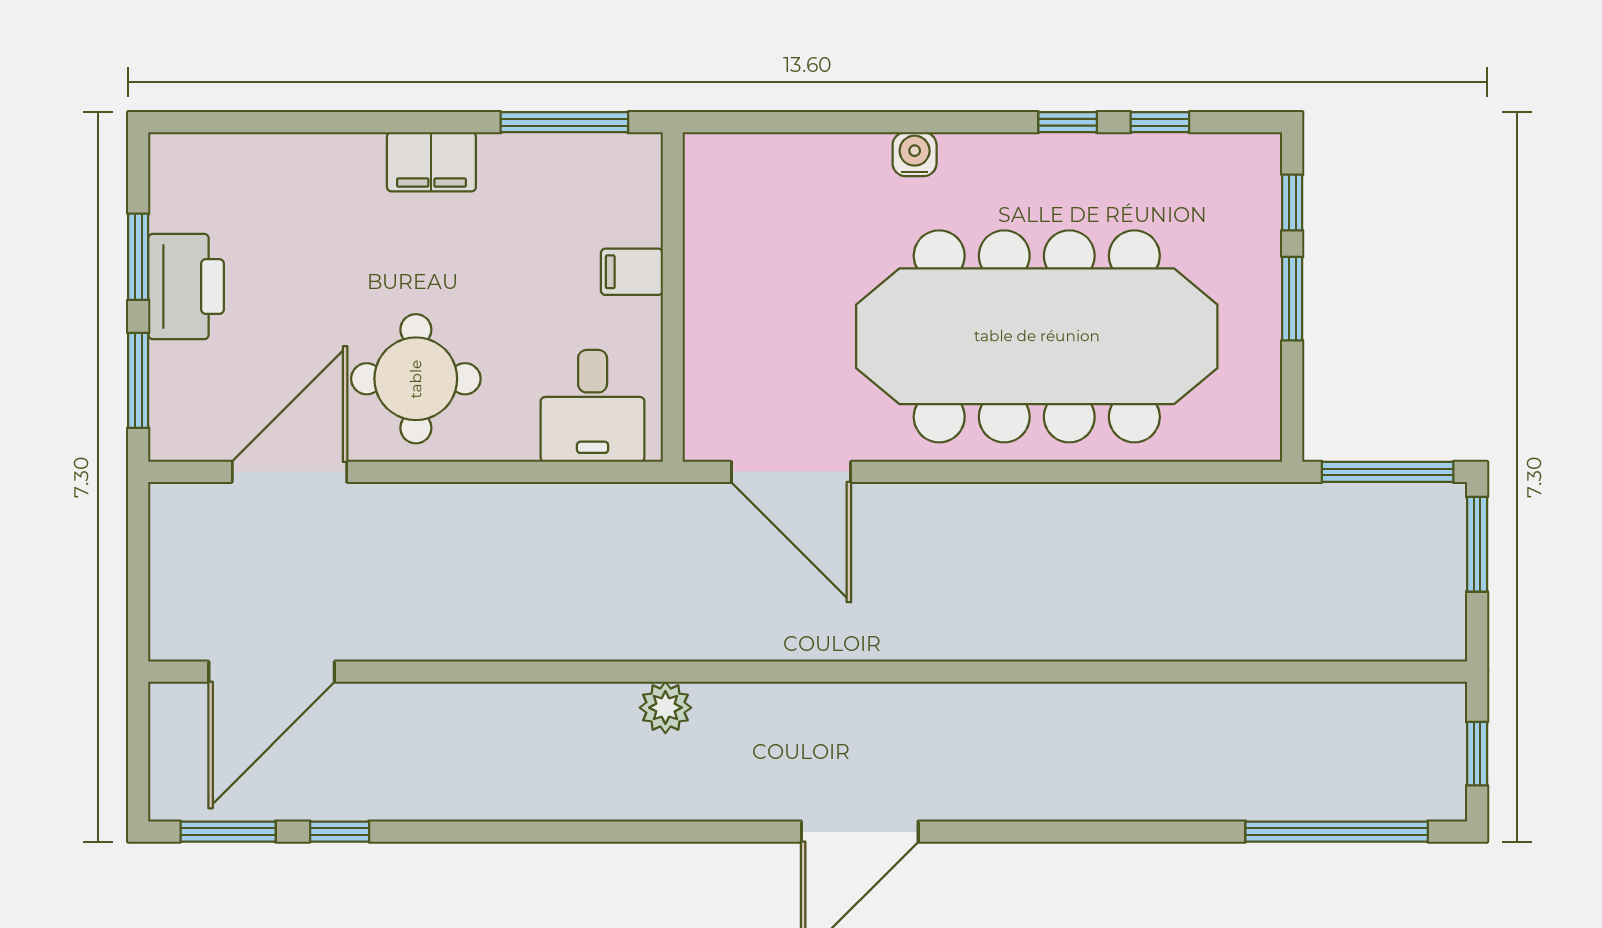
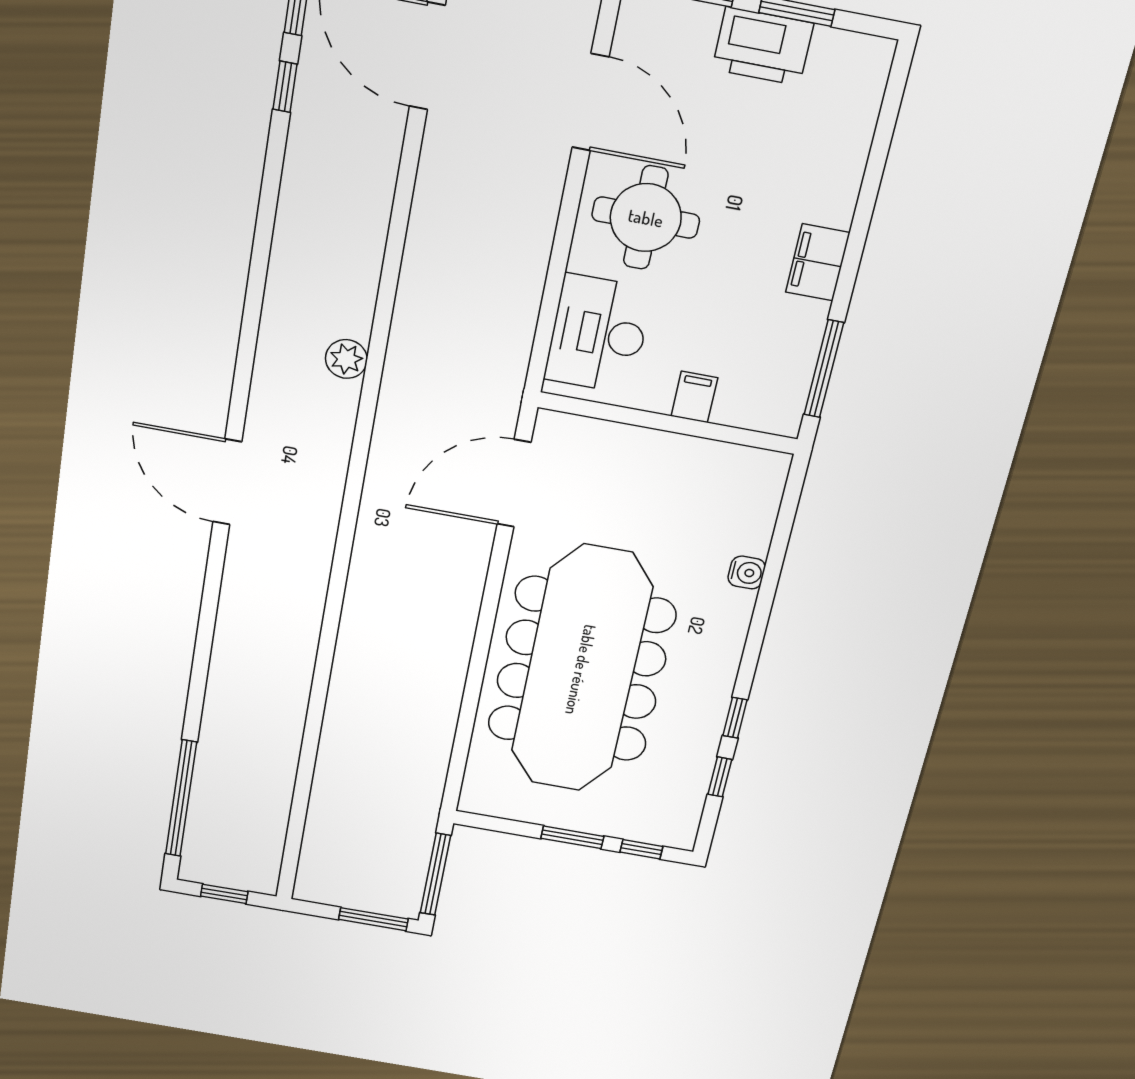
water cooler: (915, 154) -> (747, 573), moved
desk: (593, 406) -> (598, 334), width x1.37

